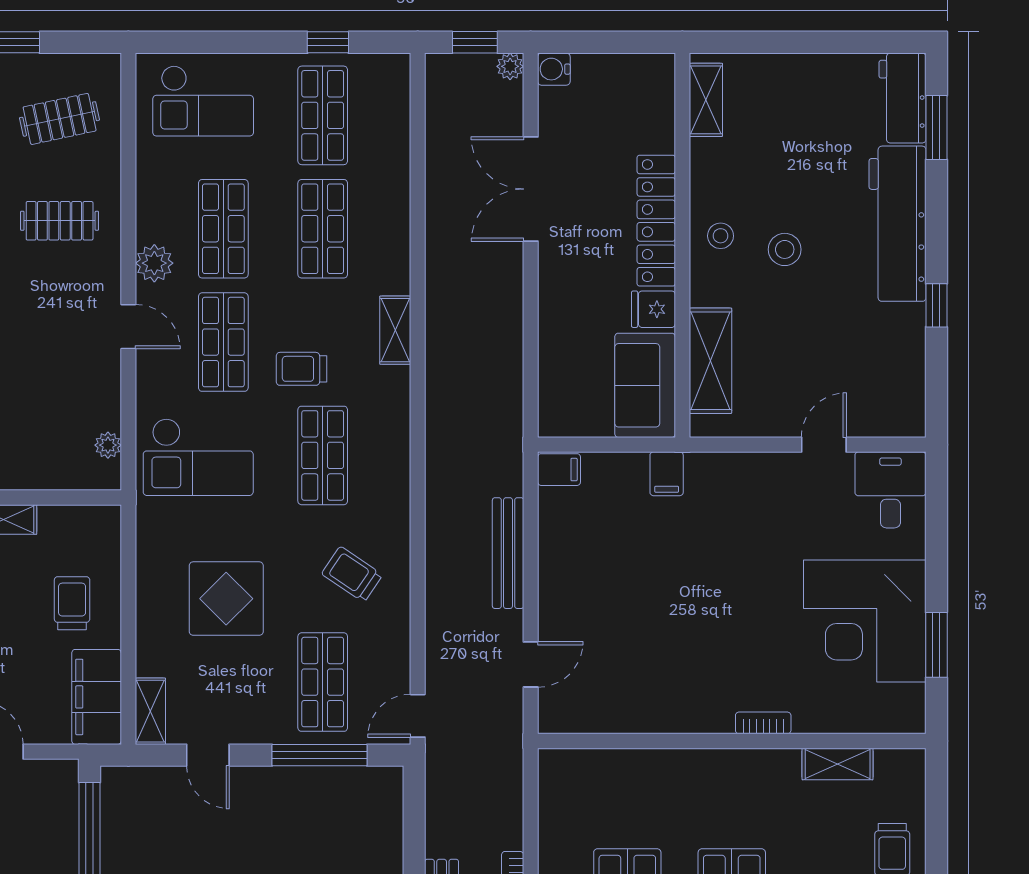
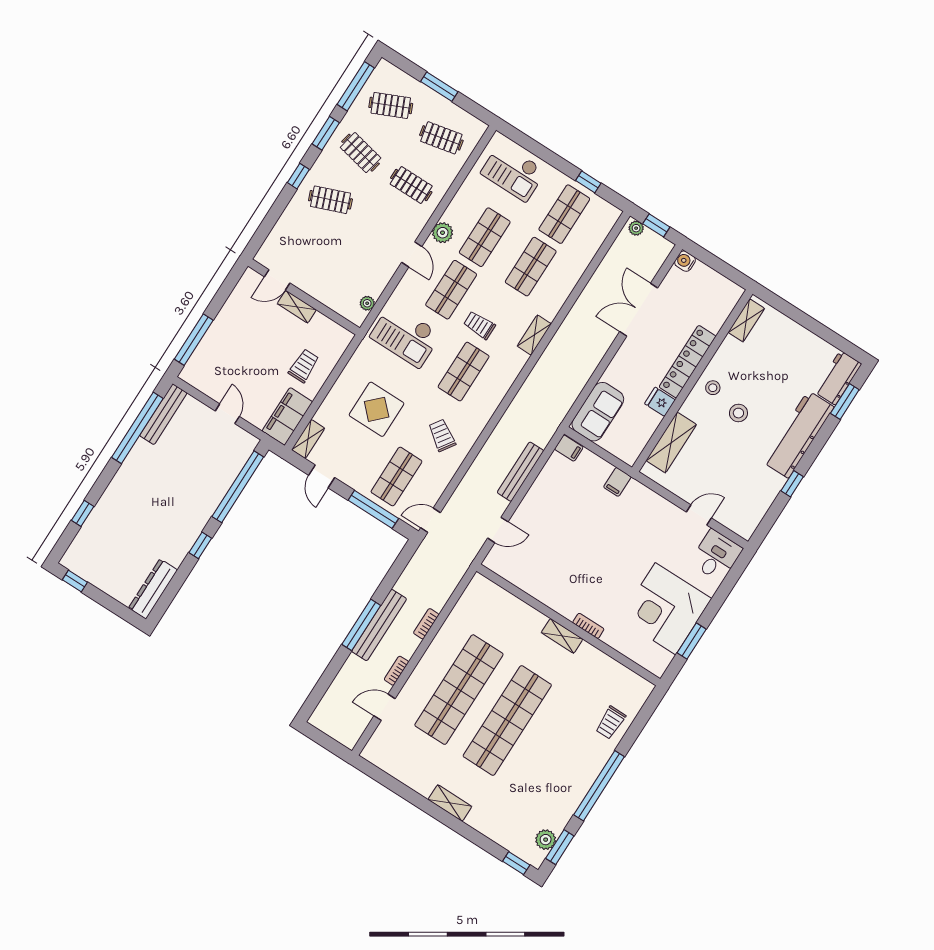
plant: (510, 66) -> (636, 228), moved
sofa: (645, 385) -> (598, 412), moved, turned 180
shelving: (838, 764) -> (562, 636), moved

